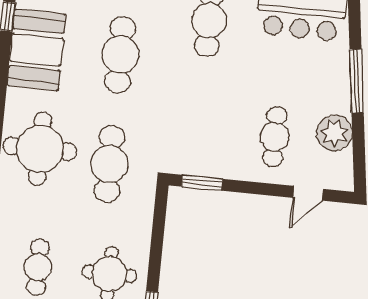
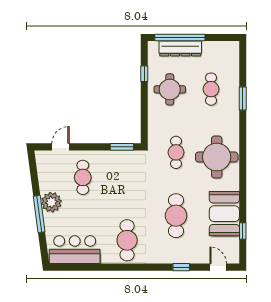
plant: (335, 133) -> (51, 202), moved
cafe table: (109, 164) -> (176, 152), width x0.73, depth x0.74

